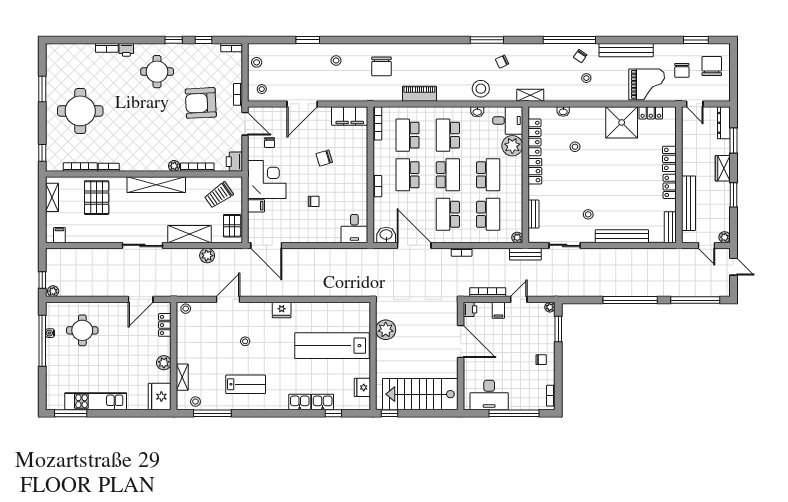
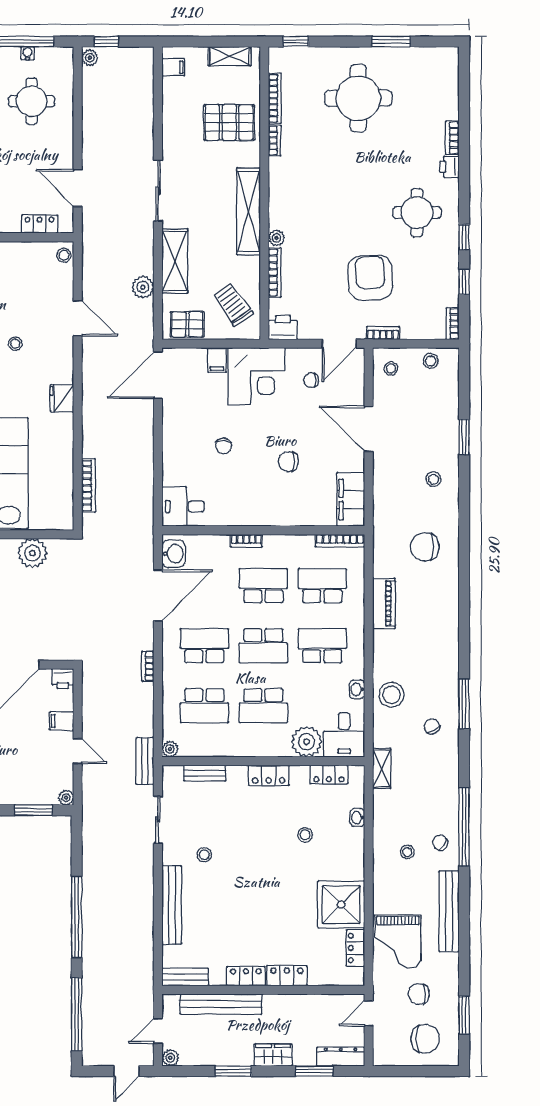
locker: (534, 137) -> (329, 775), width x0.66
chair: (324, 158) -> (288, 462), turned -73
bookcase: (488, 292) -> (89, 486), moved

